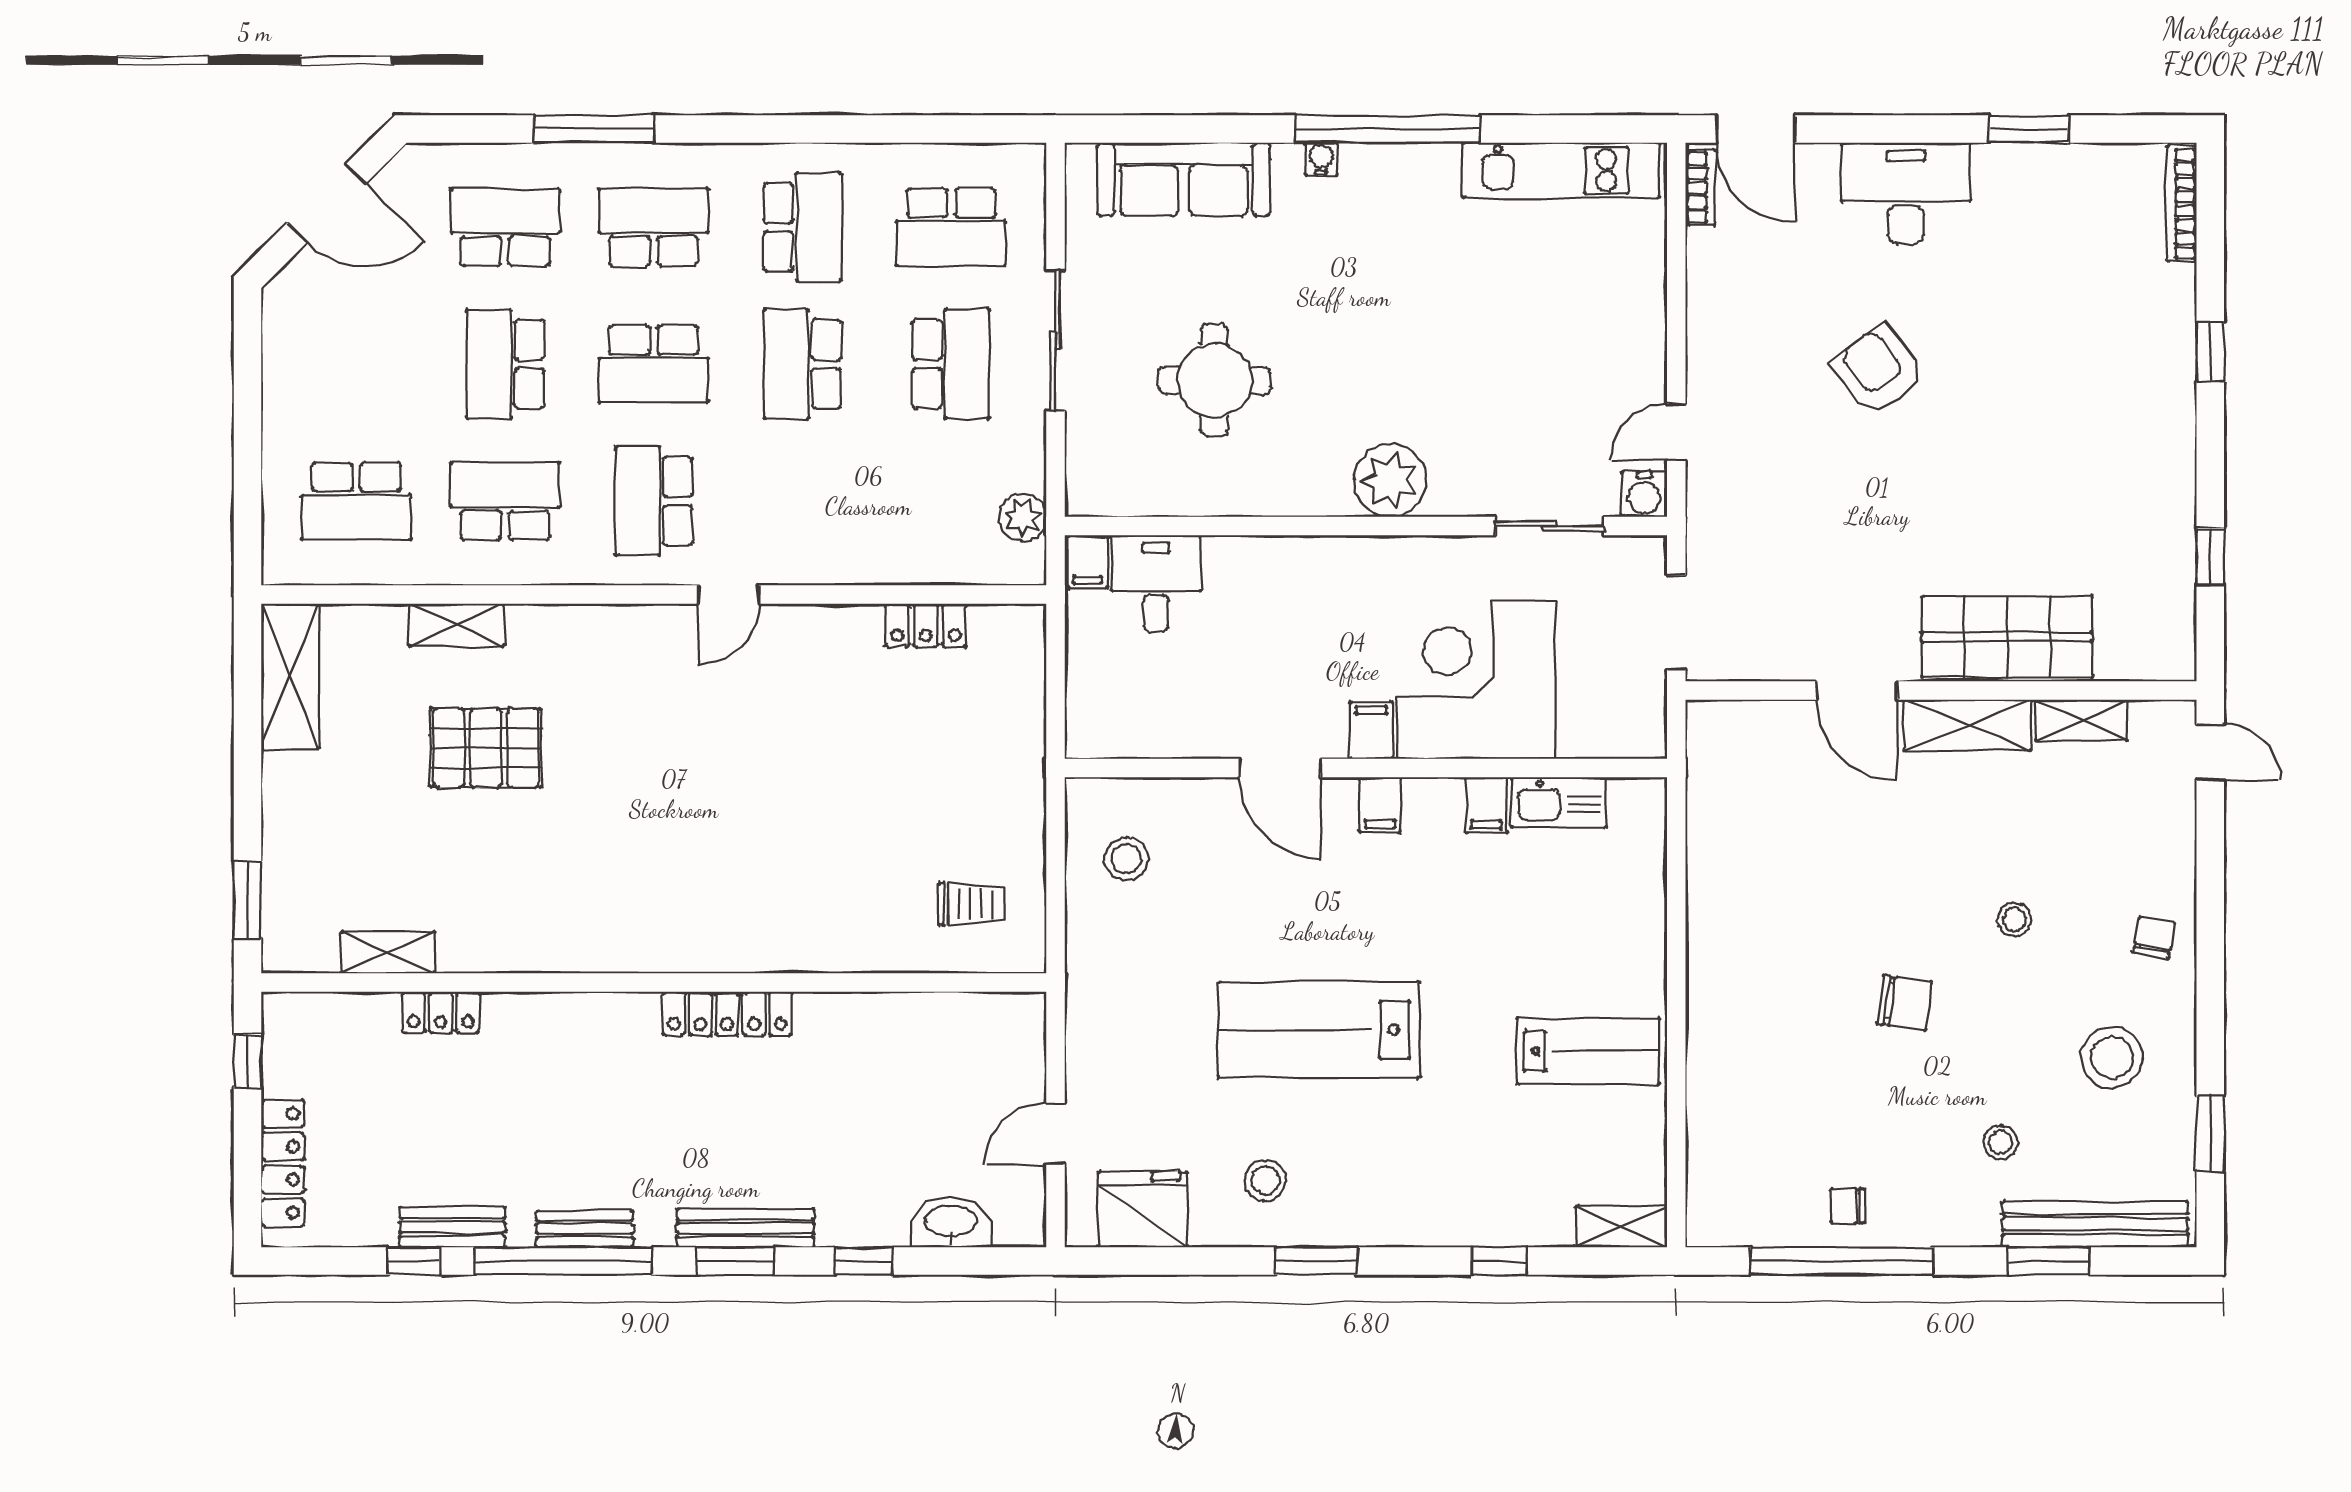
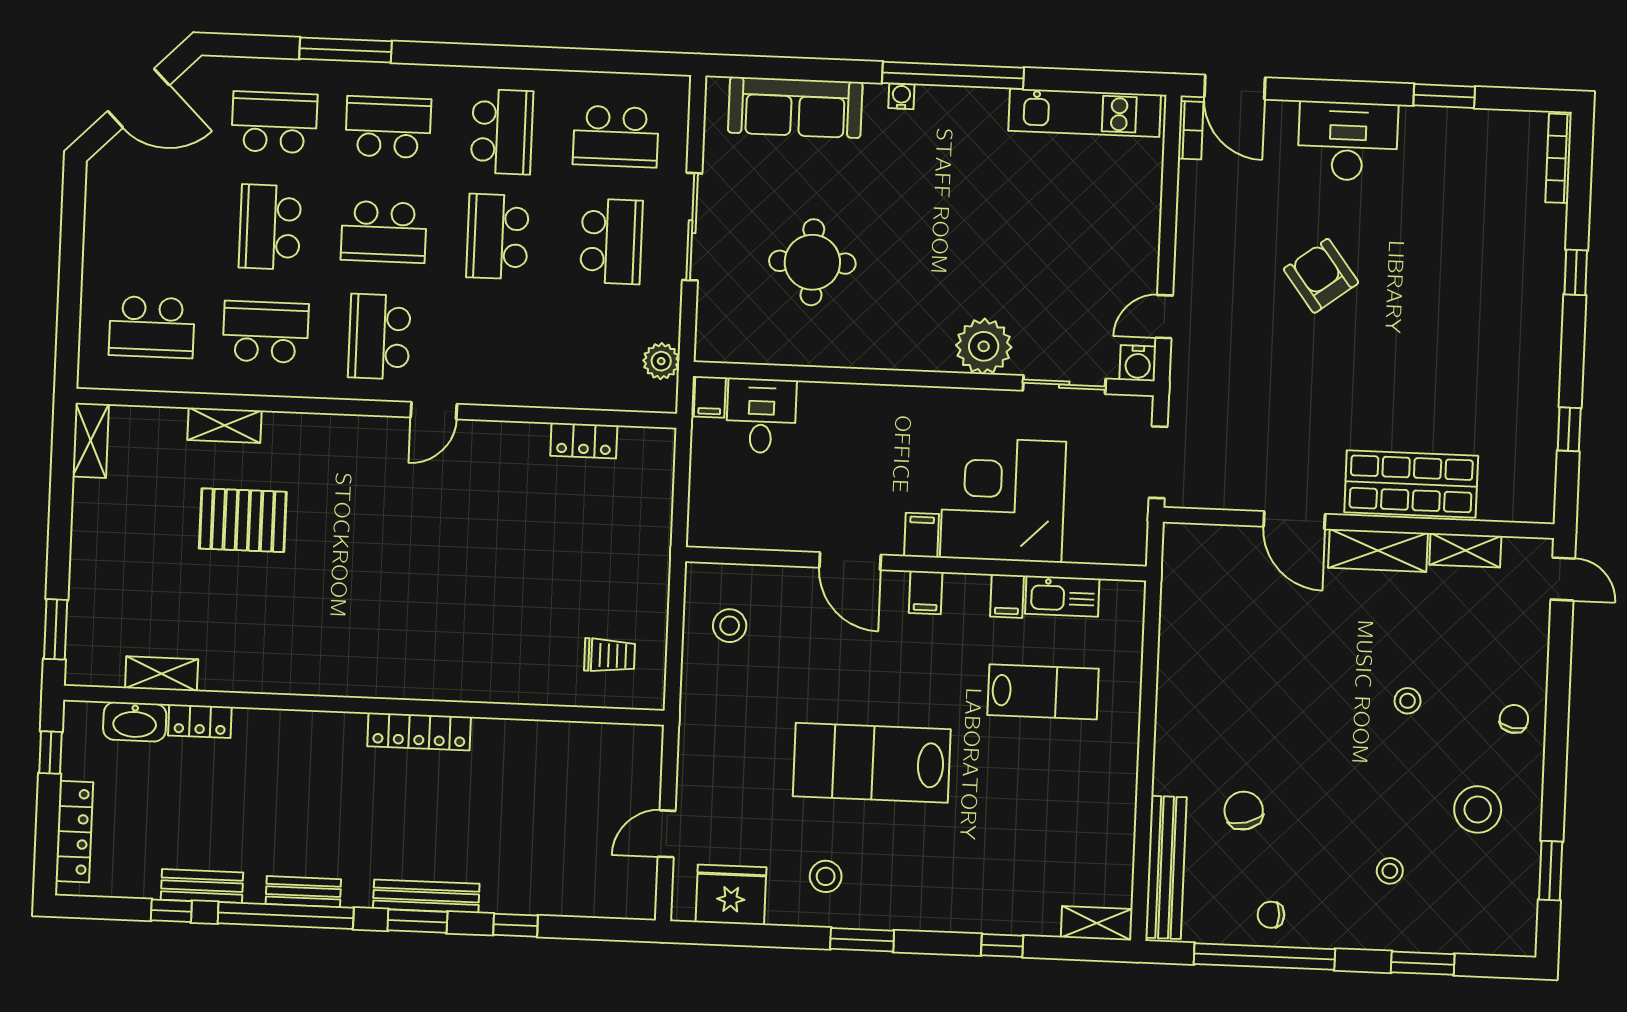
plant: (1390, 481) -> (984, 346), moved
shelving: (290, 676) -> (91, 440), width x0.67, depth x0.75
chair: (1904, 1003) -> (1244, 811), moved, turned -113
lab bench: (1588, 1051) -> (1043, 692), moved
washbasin: (951, 1222) -> (135, 722), moved, turned 180
bench: (2095, 1224) -> (1166, 867), moved, turned 90

